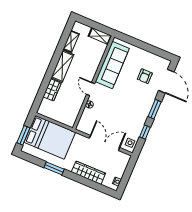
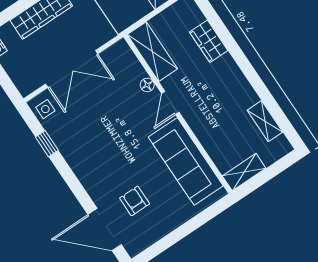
shelving: (62, 66) -> (152, 52), moved
door: (91, 89) -> (170, 103), swing flipped
window: (155, 109) -> (73, 182), removed

